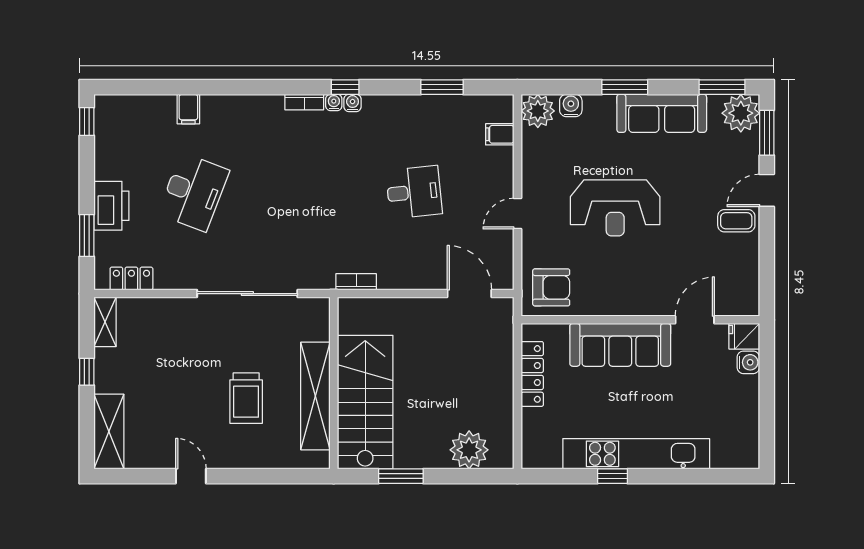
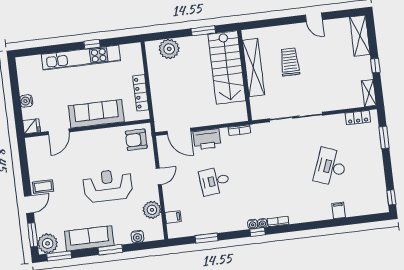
plant: (538, 111) -> (152, 210), moved
printer: (111, 206) -> (207, 139), moved, turned -90
water cooler: (748, 362) -> (26, 101), moved

